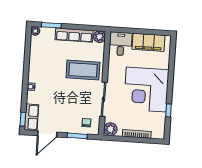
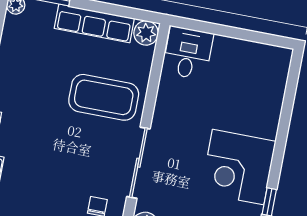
filing cabinet: (148, 42) -> (245, 57), removed
corner desk: (146, 90) -> (238, 167), width x0.74, depth x0.74

